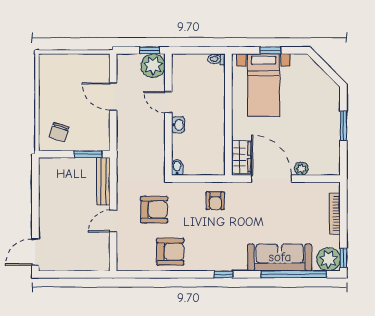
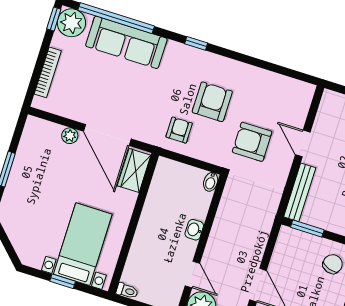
door: (168, 102) -> (192, 275), moved
door: (113, 221) -> (303, 143), swing flipped
armchair: (170, 252) -> (212, 102), moved, turned 90

